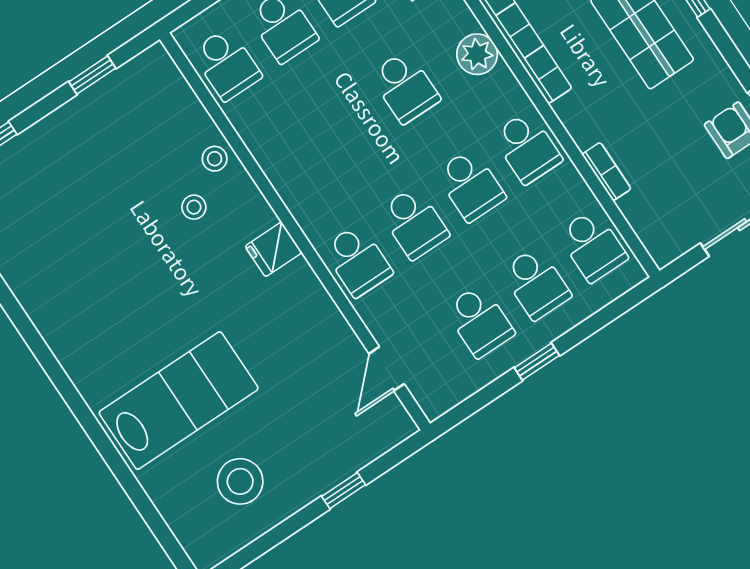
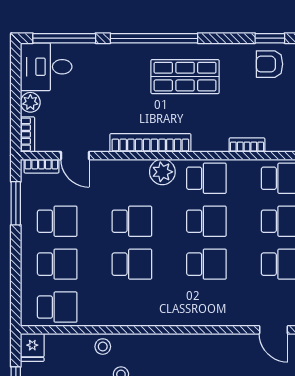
plant: (477, 54) -> (162, 172), moved
fridge: (274, 249) -> (32, 347), moved
school desk: (358, 261) -> (132, 264), moved

